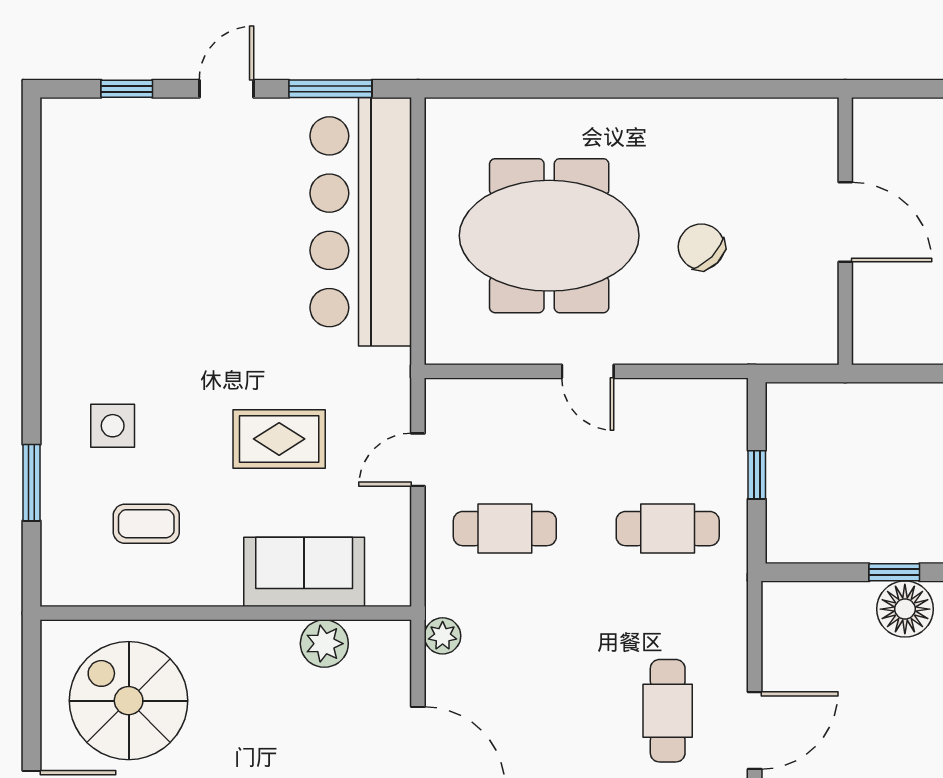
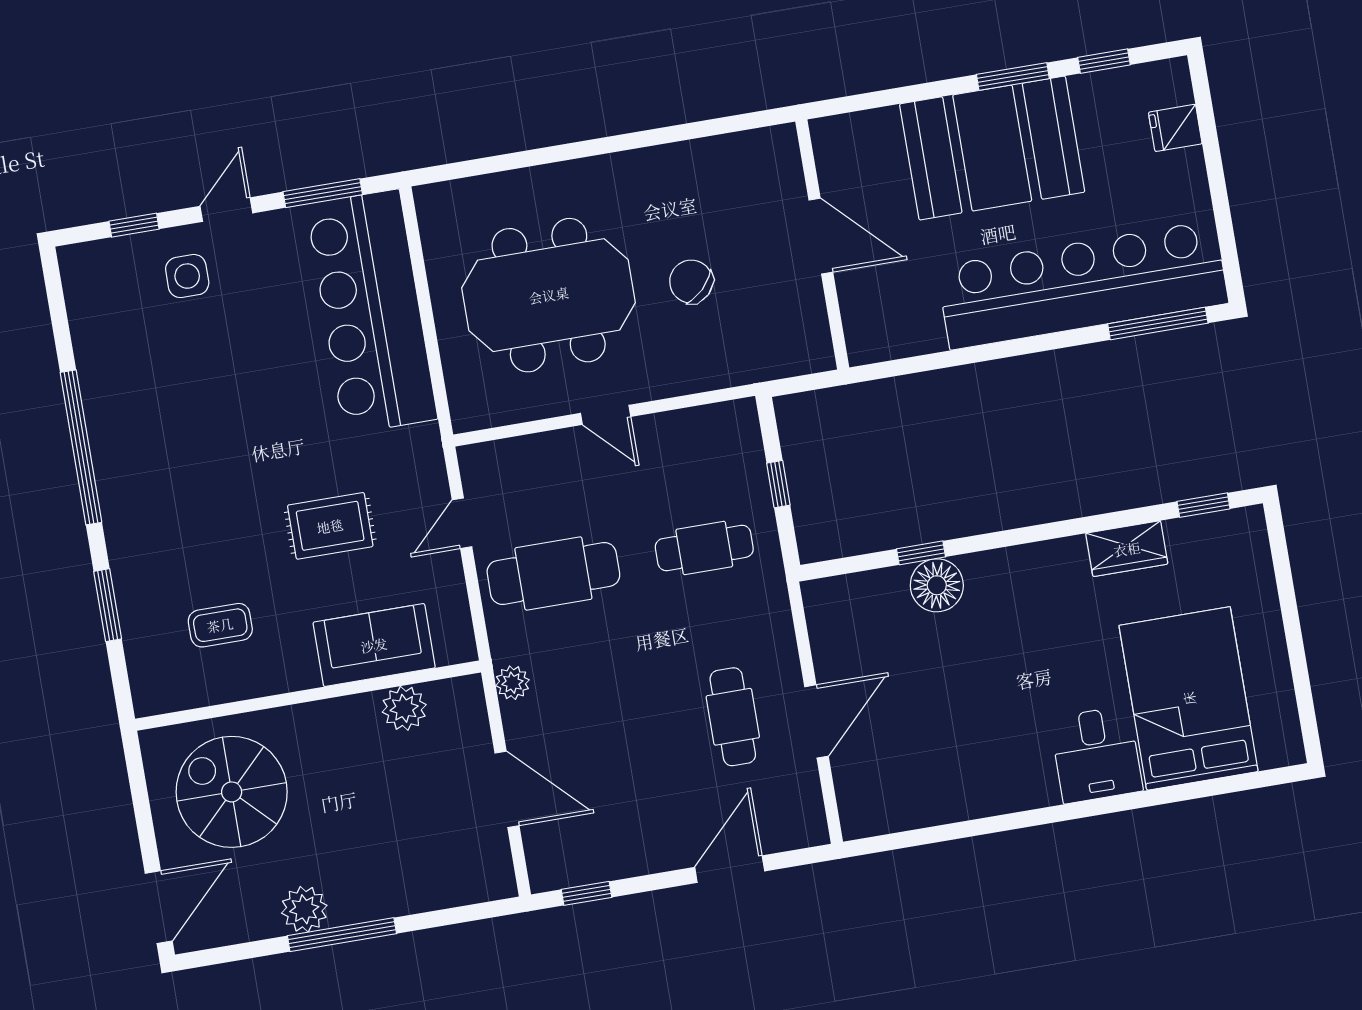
window: (32, 312) -> (81, 447), added
side table: (113, 426) -> (187, 276), moved
cafe table: (505, 529) -> (553, 573), width x1.37, depth x1.35

